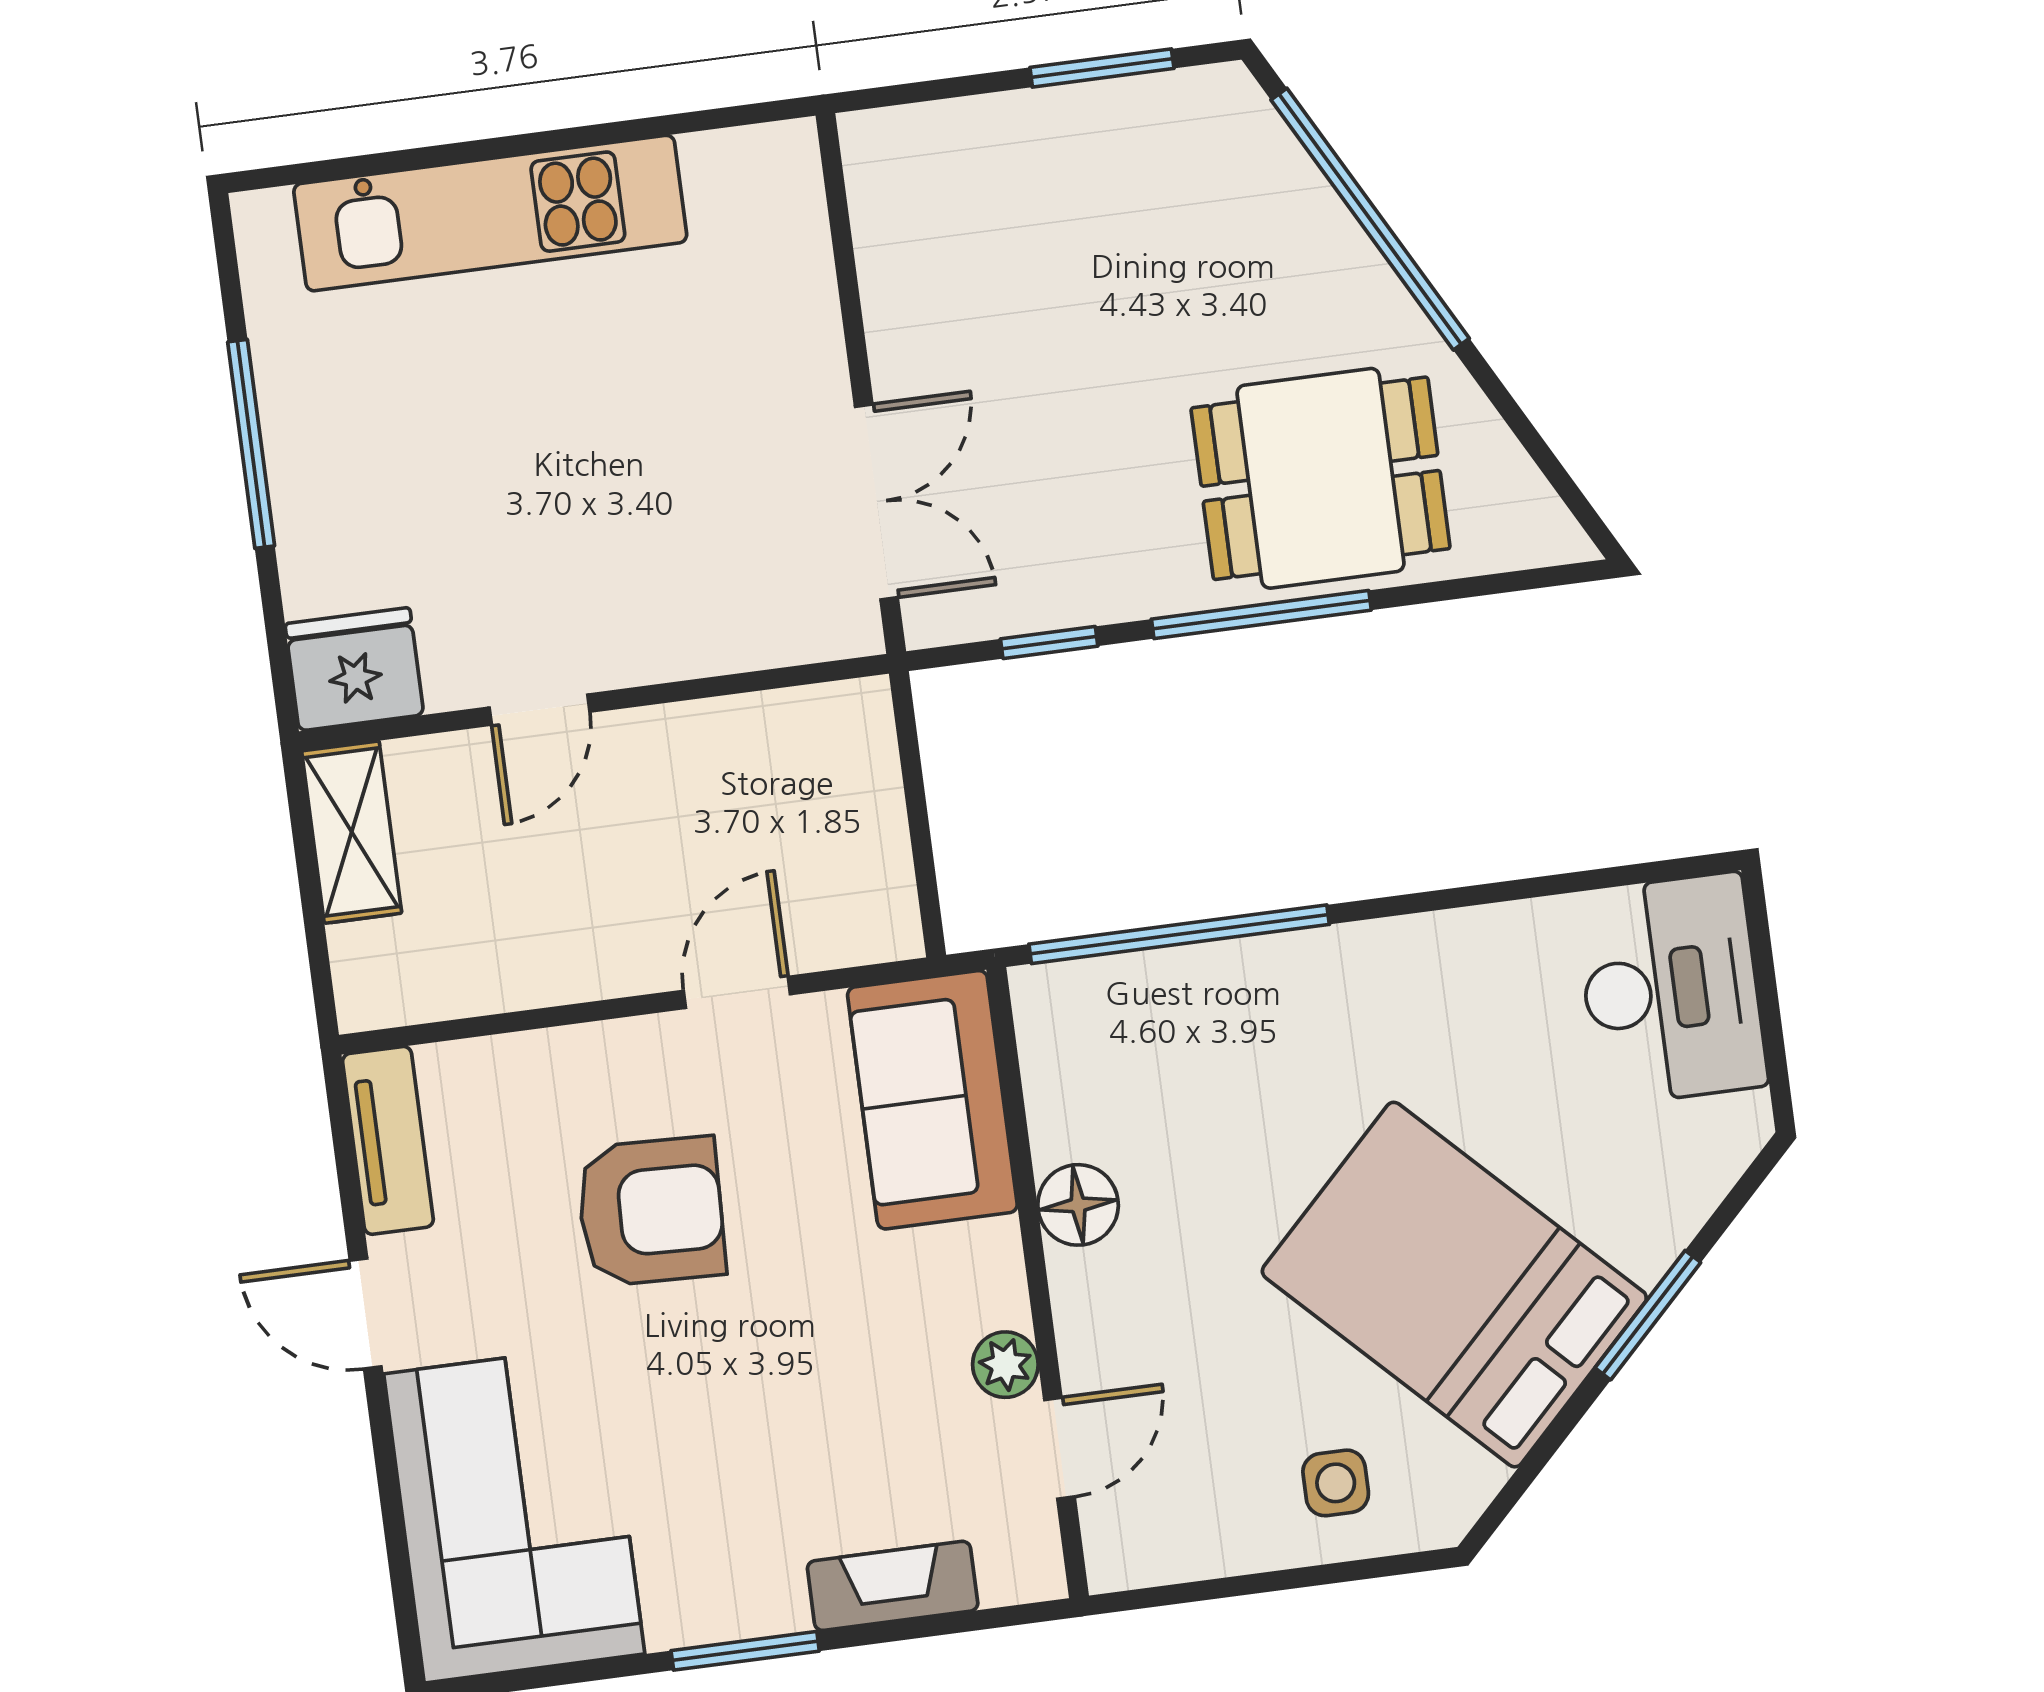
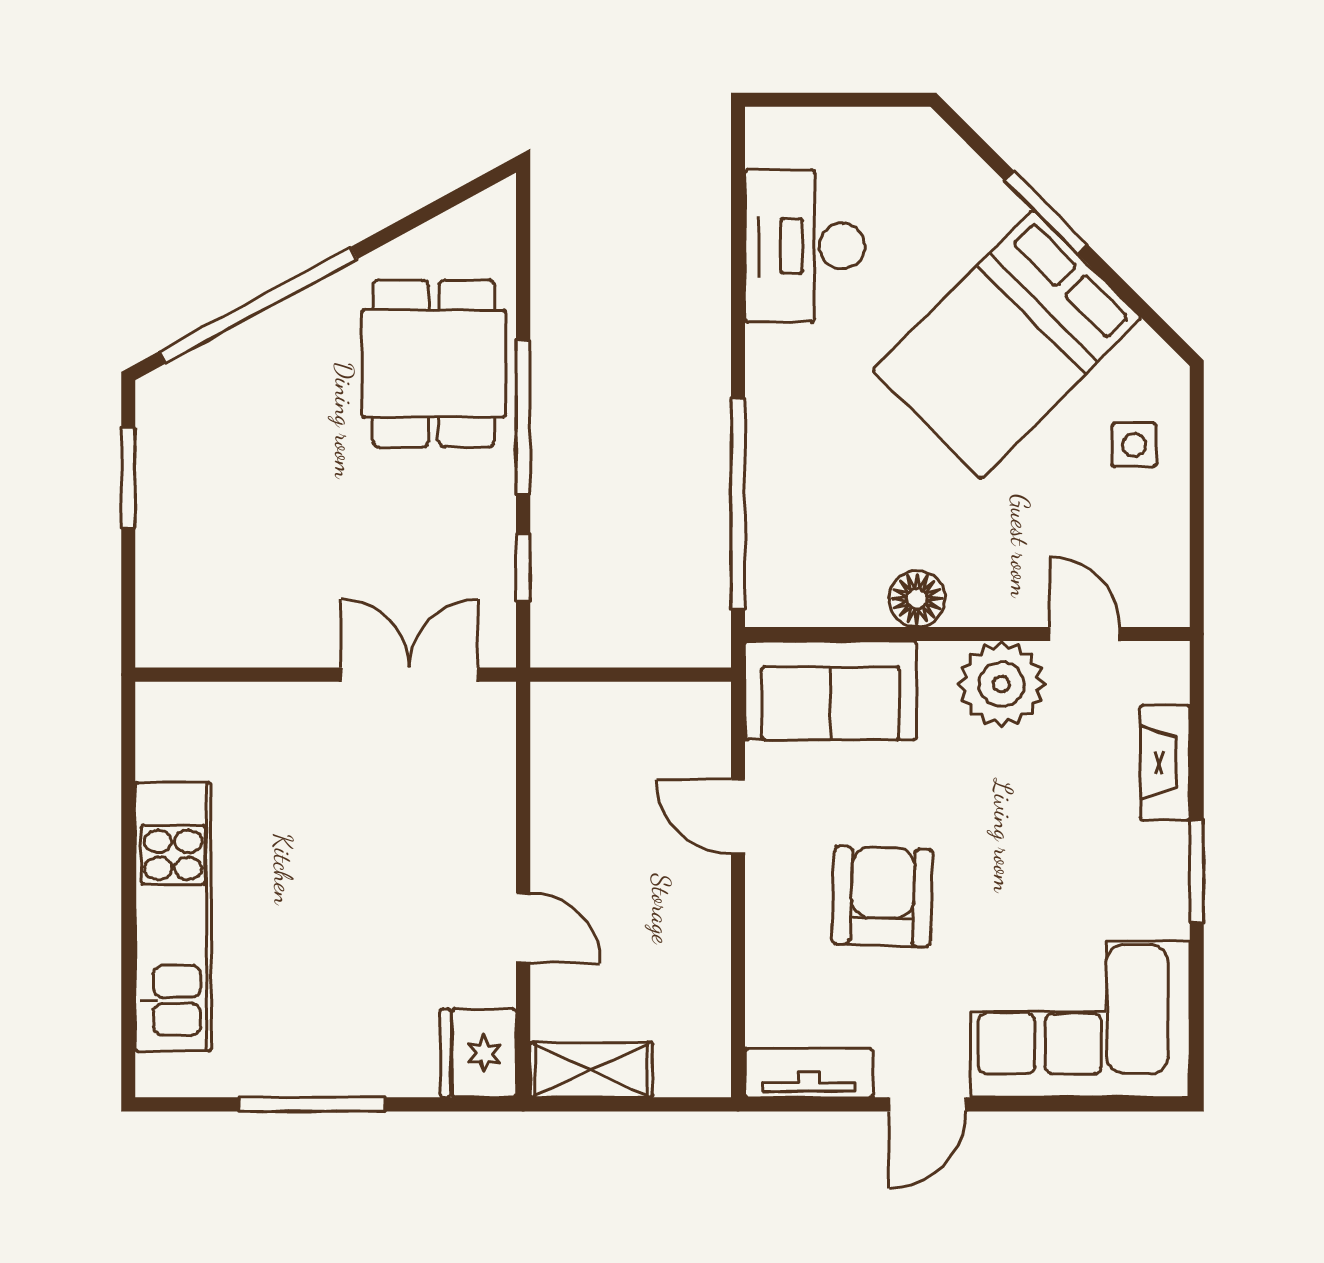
desk: (1671, 989) -> (805, 246), moved, turned -90
plant: (1005, 1365) -> (1001, 684), width x1.88, depth x1.88

